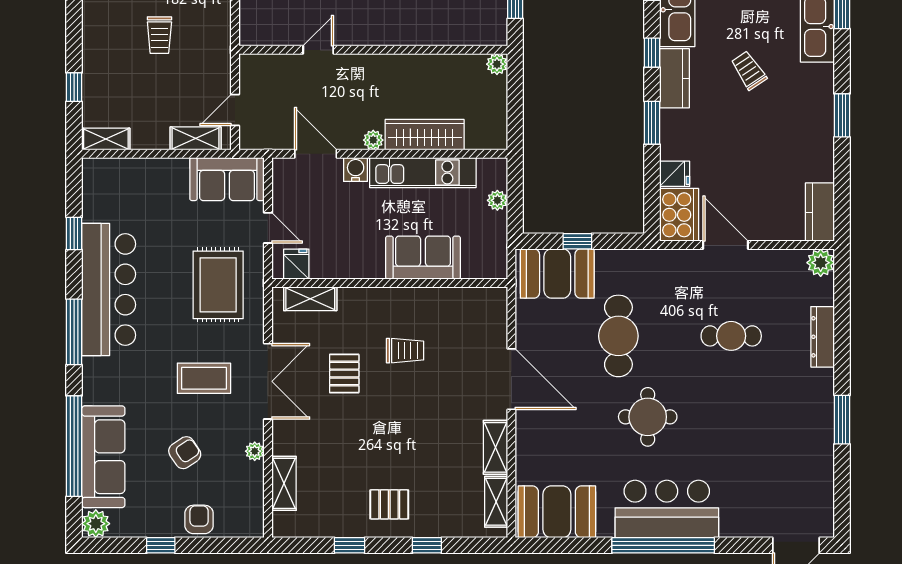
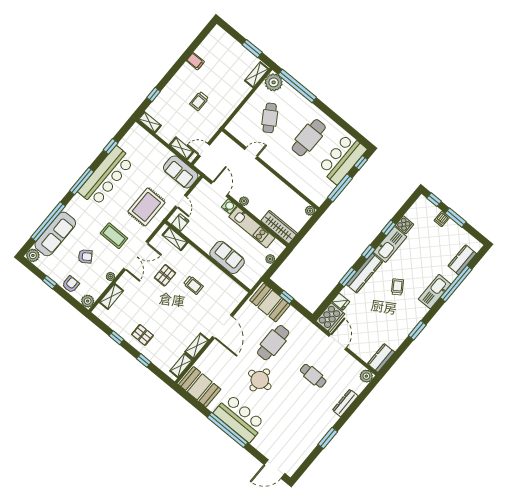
kitchen counter: (674, 78) -> (364, 273), width x1.50
wardrobe: (425, 135) -> (279, 227), moved
plant: (251, 524) -> (88, 301), added

